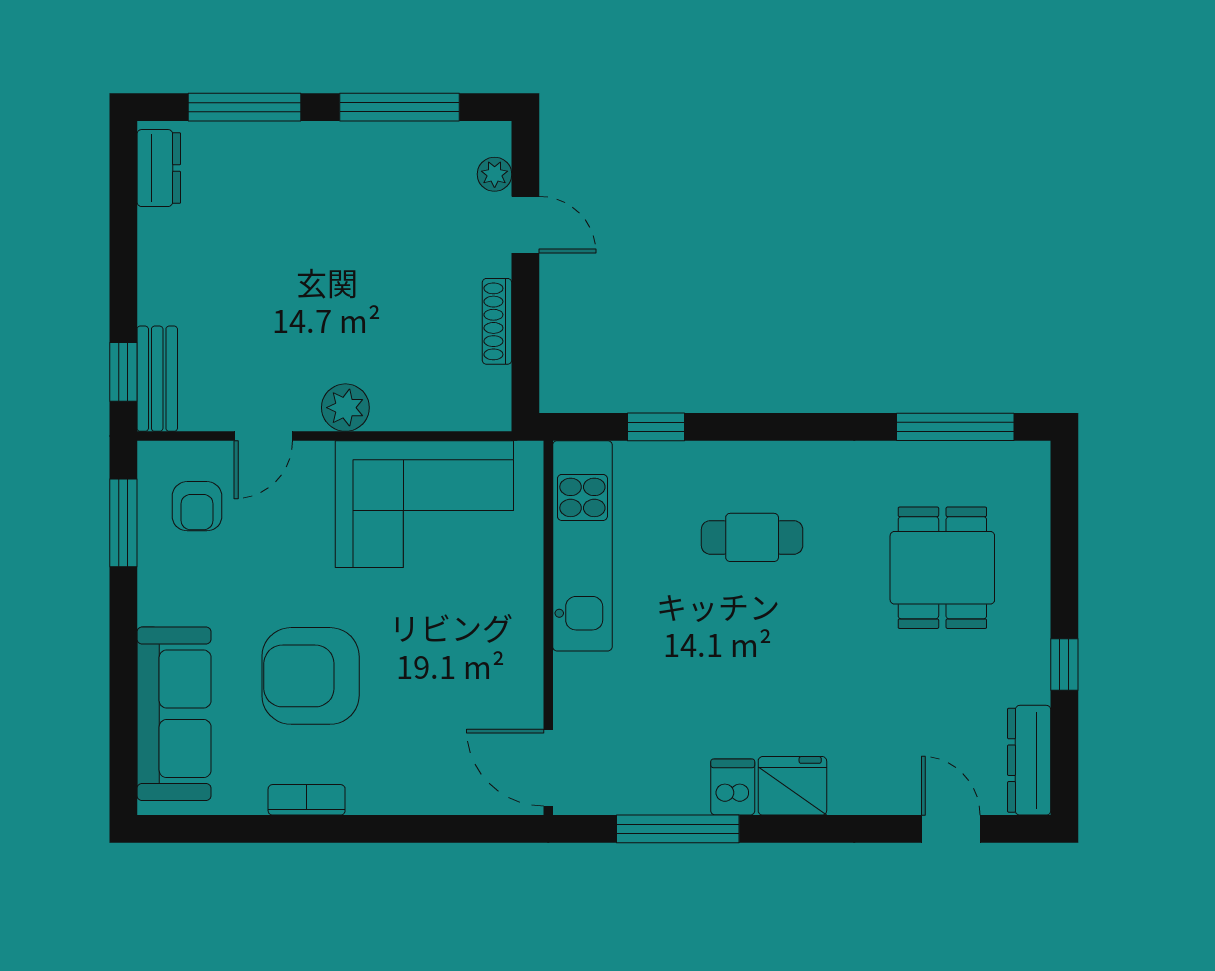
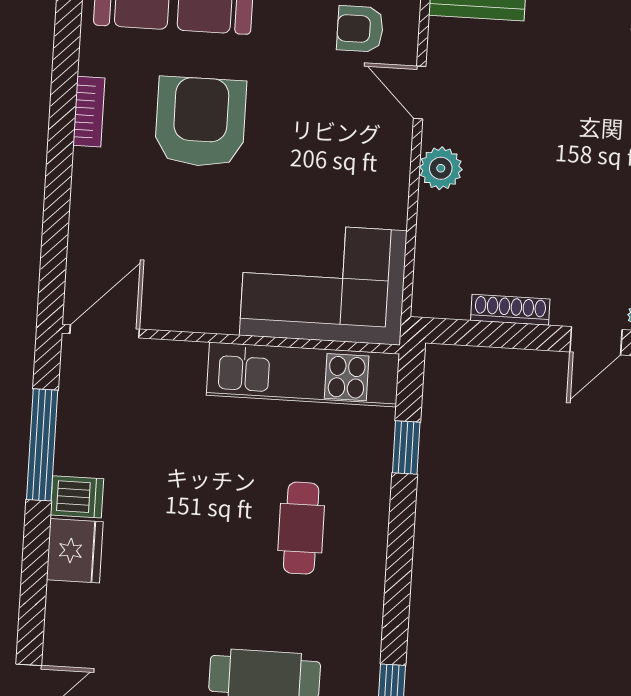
corner sofa: (424, 504) -> (323, 283), moved, turned 90

